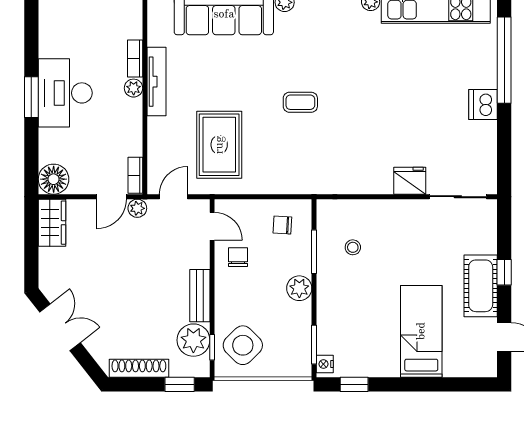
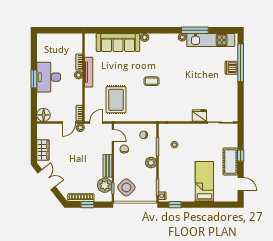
dishwasher: (483, 104) -> (231, 68), moved
wardrobe: (52, 223) -> (43, 150), moved
window: (180, 384) -> (87, 205), moved

